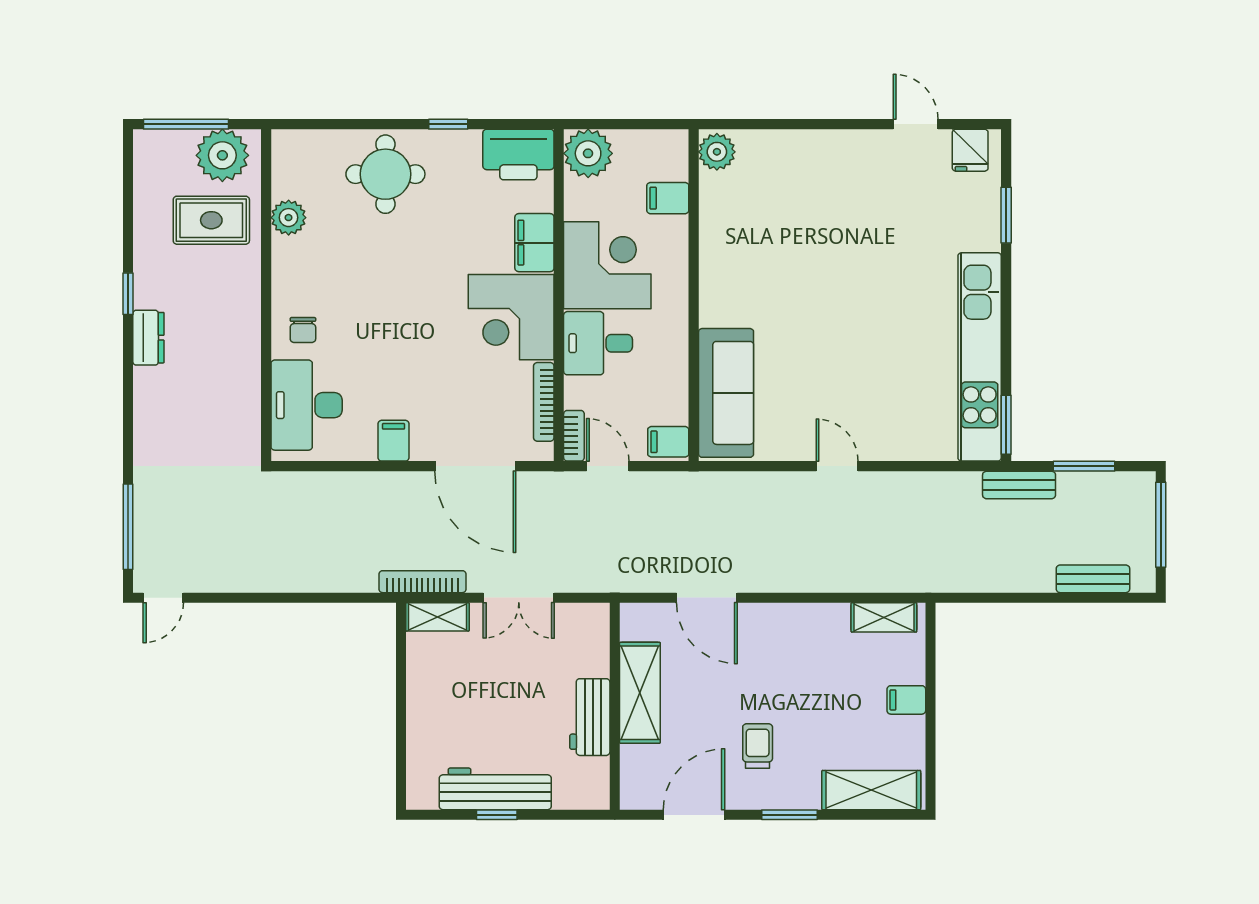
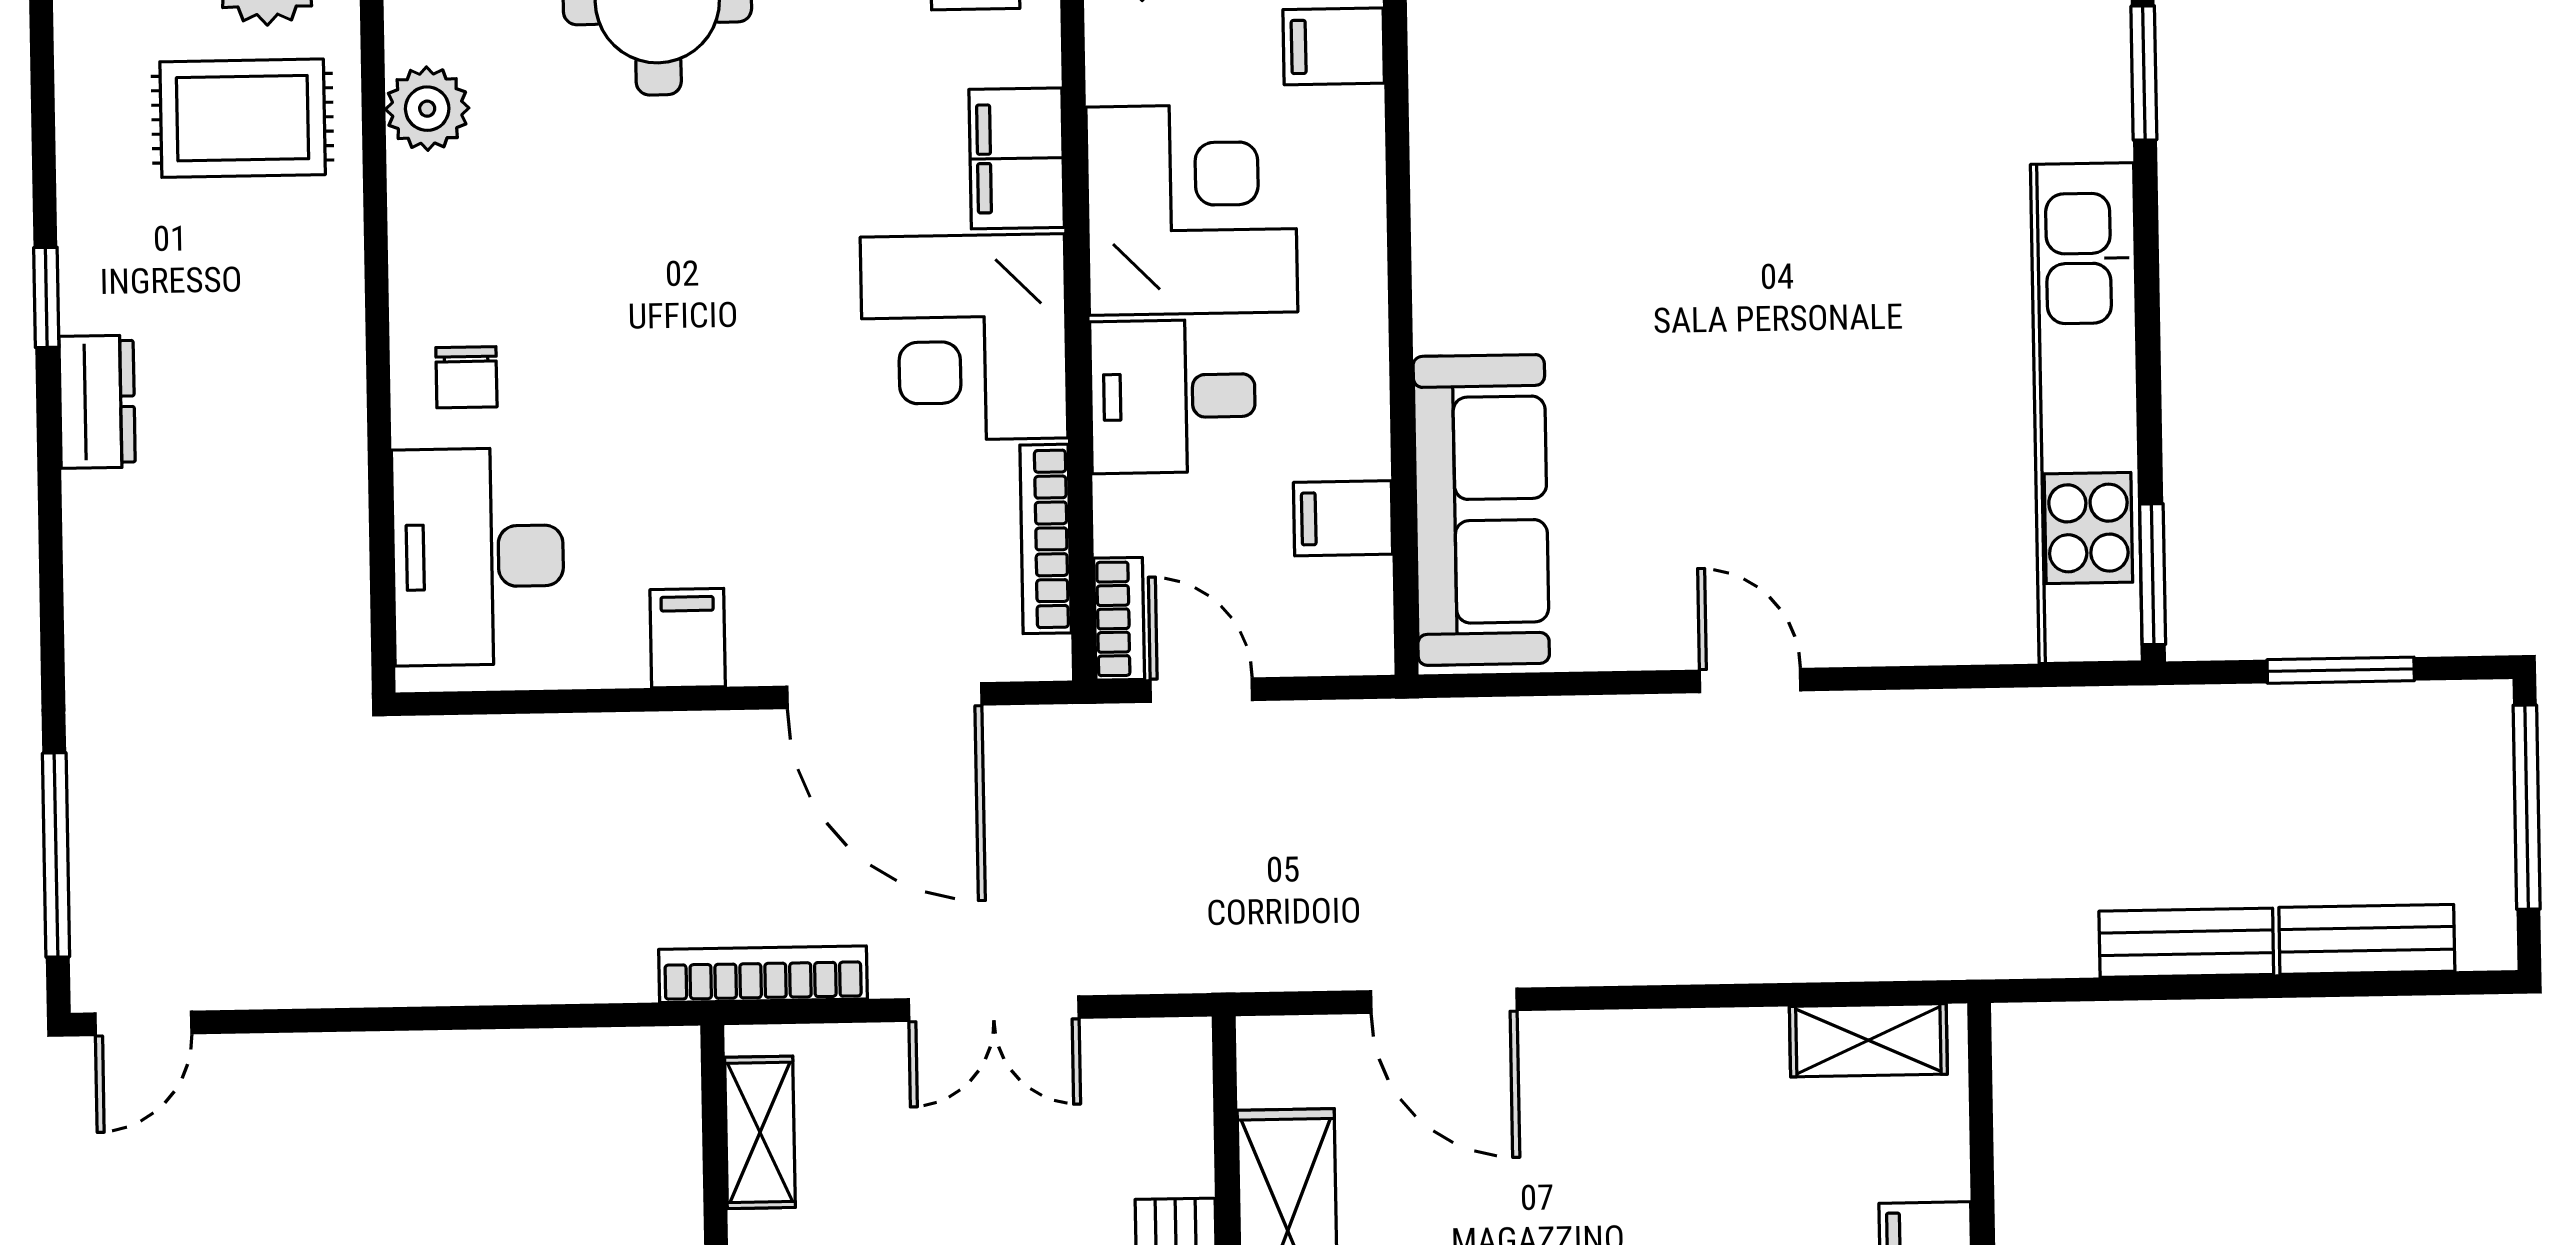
filing cabinet: (668, 442) -> (1343, 518), moved
bench: (1019, 485) -> (2186, 943), moved
shelving: (438, 617) -> (760, 1132), moved, turned 90

